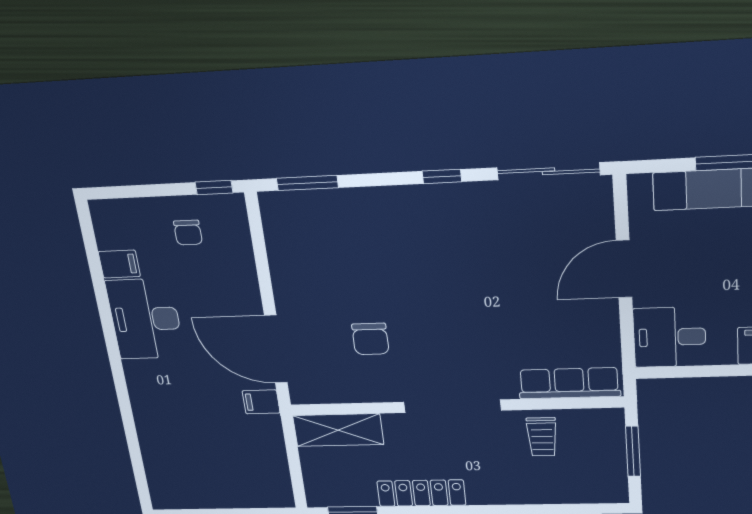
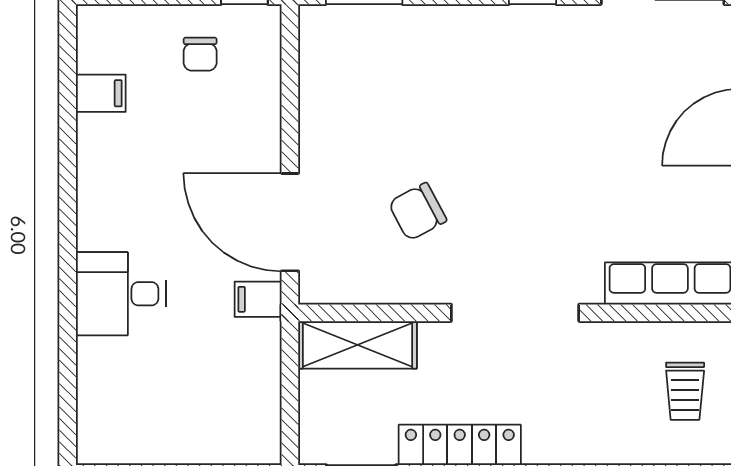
desk: (145, 319) -> (121, 294), moved, width x0.73
chair: (370, 339) -> (417, 212), turned 62
trolley: (542, 437) -> (685, 391), moved

